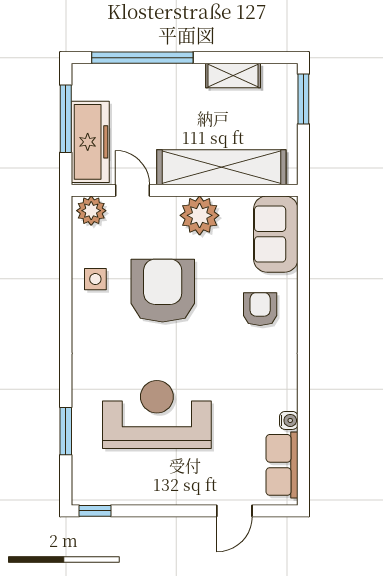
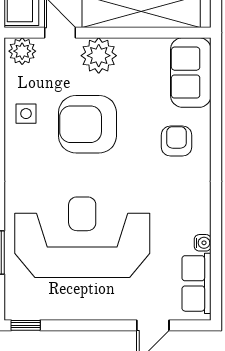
plant: (200, 215) -> (99, 56), moved
armchair: (163, 291) -> (87, 124), turned -90
reception desk: (157, 414) -> (82, 237), width x1.36, depth x1.30

